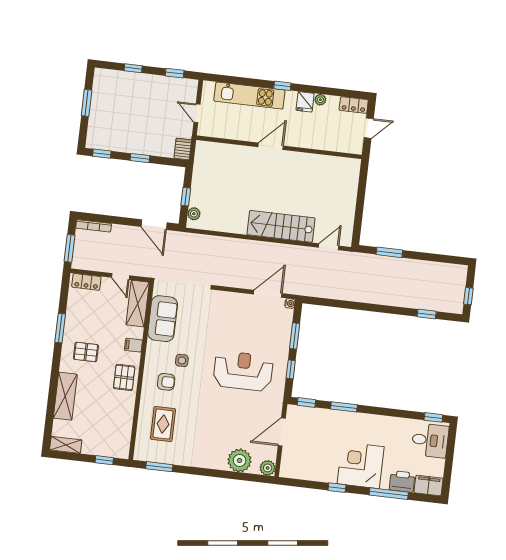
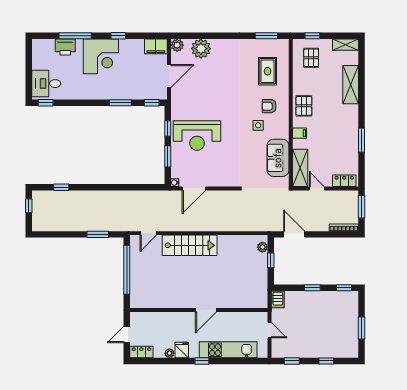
window: (360, 206) -> (127, 270), added
pallet: (86, 352) -> (311, 58), moved, turned 90
reception desk: (243, 371) -> (197, 135), moved
filing cabinet: (429, 485) -> (156, 46), moved

